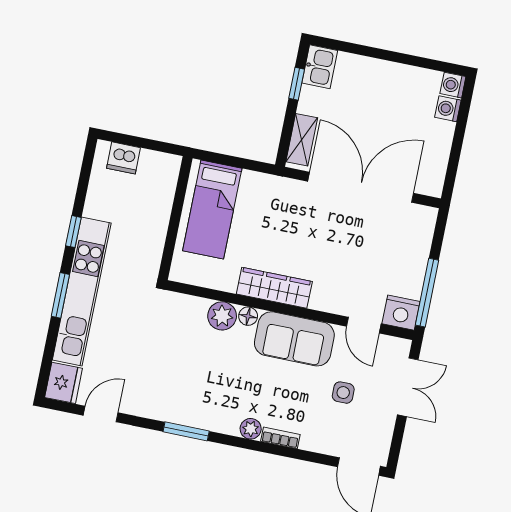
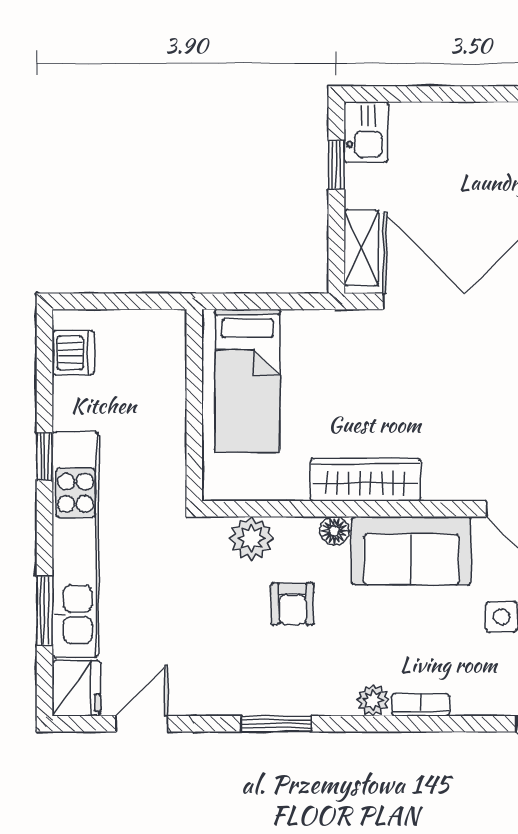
dishwasher: (124, 158) -> (73, 353), moved, turned -90
window: (60, 295) -> (44, 611), moved
plant: (222, 316) -> (251, 538), moved
armchair: (212, 357) -> (292, 604), added

